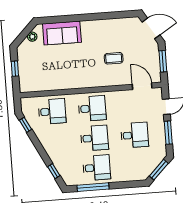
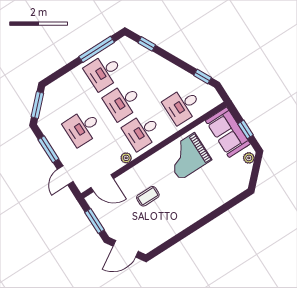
sofa: (62, 33) -> (228, 132), moved, turned -90
plant: (32, 37) -> (249, 158), moved
grand piano: (69, 72) -> (187, 156), added
plant: (114, 95) -> (126, 158), added

